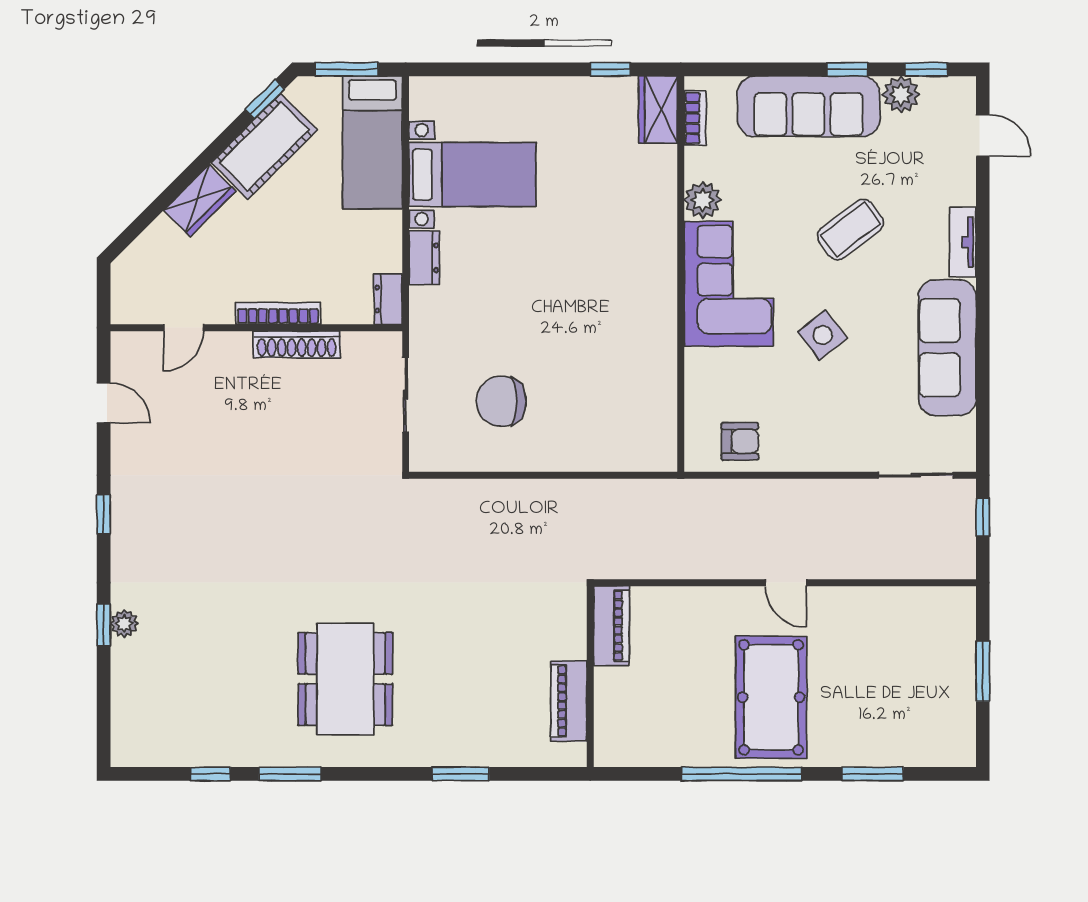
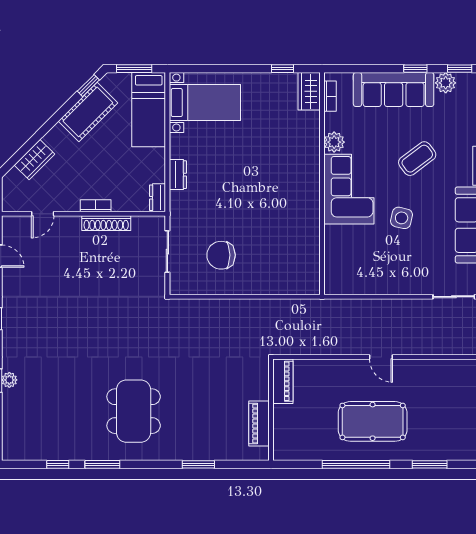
bed with nightstands: (472, 175) -> (205, 103), moved
wardrobe: (200, 201) -> (34, 160), moved
bookcase: (278, 313) -> (96, 206), width x0.64
side table: (823, 335) -> (402, 218), turned -38
armchair: (740, 441) -> (355, 278), removed
pool table: (771, 697) -> (373, 421), turned 90

